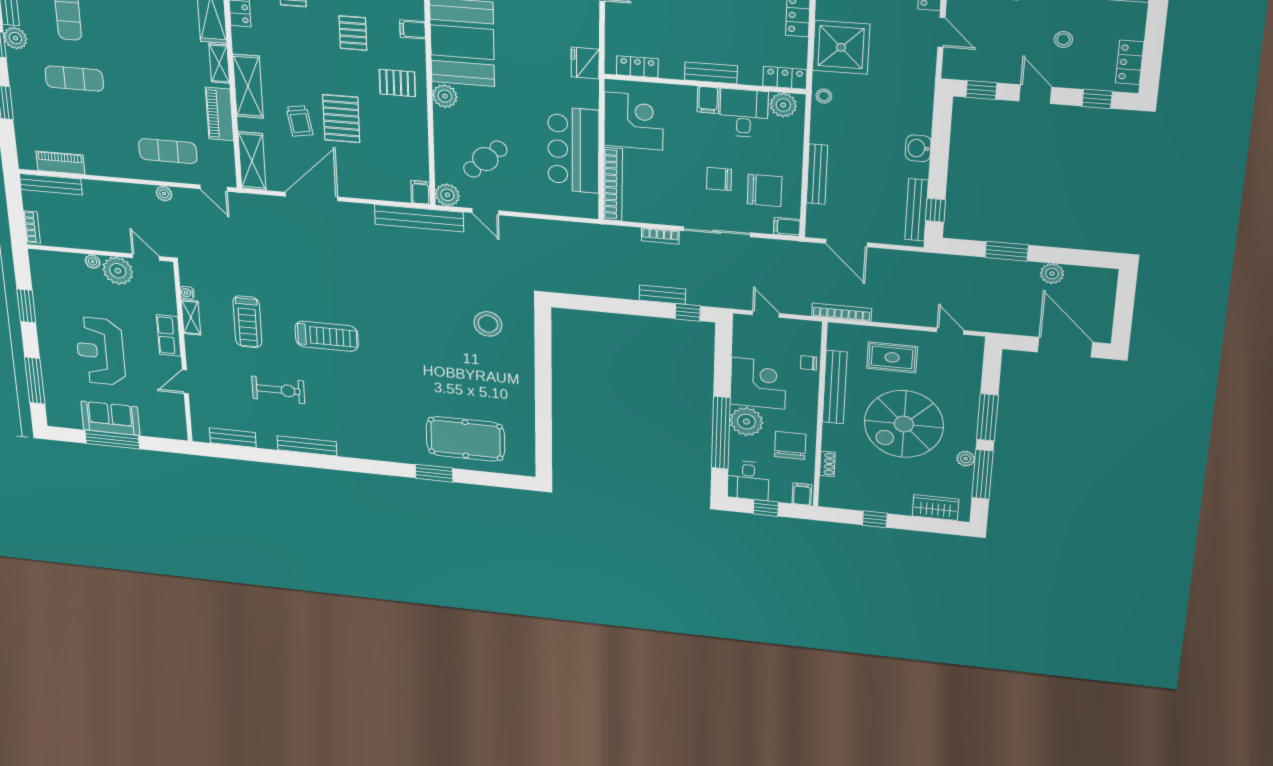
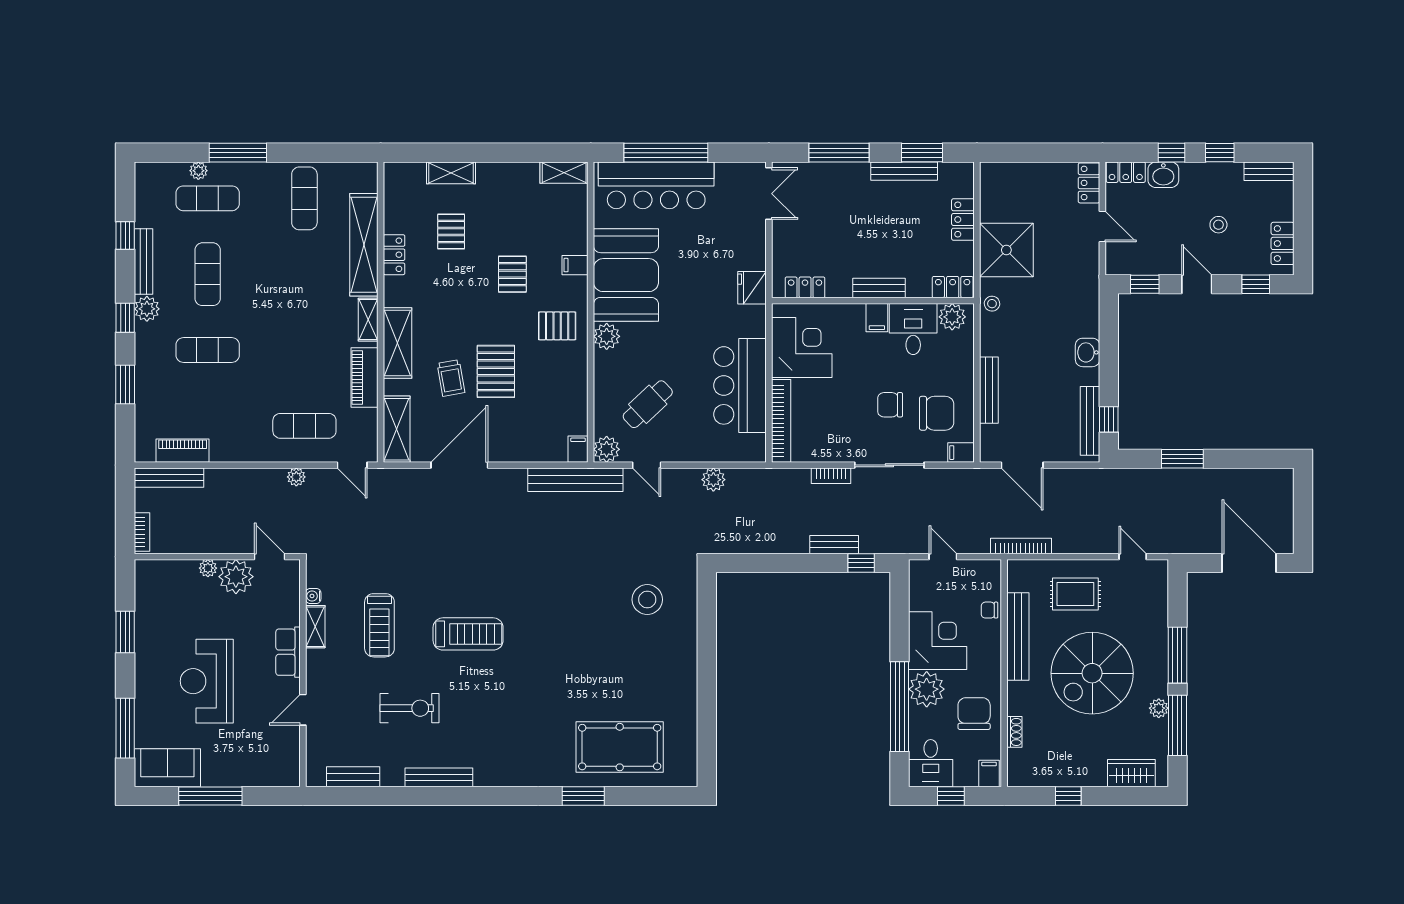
plant: (1052, 274) -> (713, 480), moved
sofa: (110, 418) -> (167, 768), moved

